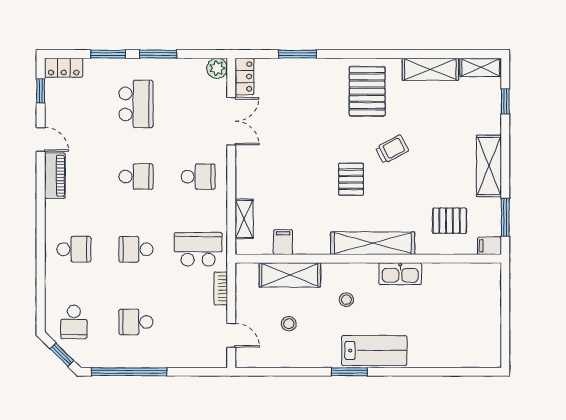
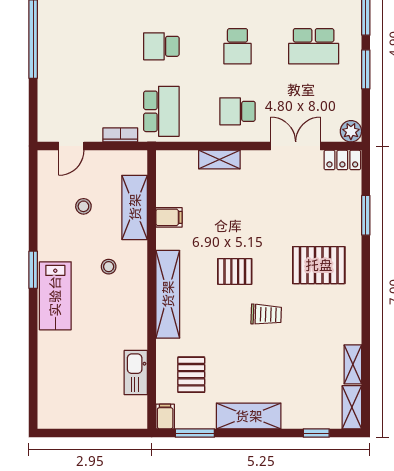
shelving: (430, 69) -> (353, 364), width x0.67, depth x0.75
pallet: (367, 91) -> (319, 265), moved
double door: (231, 121) -> (296, 146), swing flipped
trolley: (392, 149) -> (266, 314), turned -60
school desk: (198, 177) -> (237, 111), turned 90
shelving: (244, 219) -> (219, 160), moved
filing cabinet: (283, 242) -> (169, 217), moved
school desk: (136, 249) -> (161, 46), turned -90
kitchen sink: (400, 274) -> (136, 373), moved
school desk: (136, 322) -> (85, 46), removed

